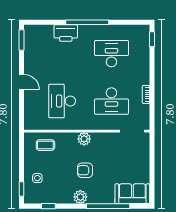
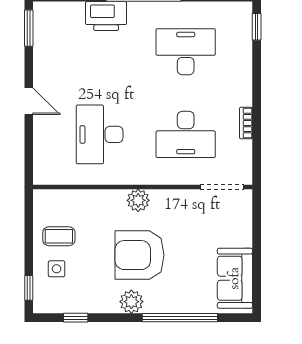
coffee table: (45, 145) -> (59, 236), moved
armchair: (85, 170) -> (140, 255), width x1.88, depth x1.88
sofa: (132, 194) -> (235, 278), moved, turned -90

